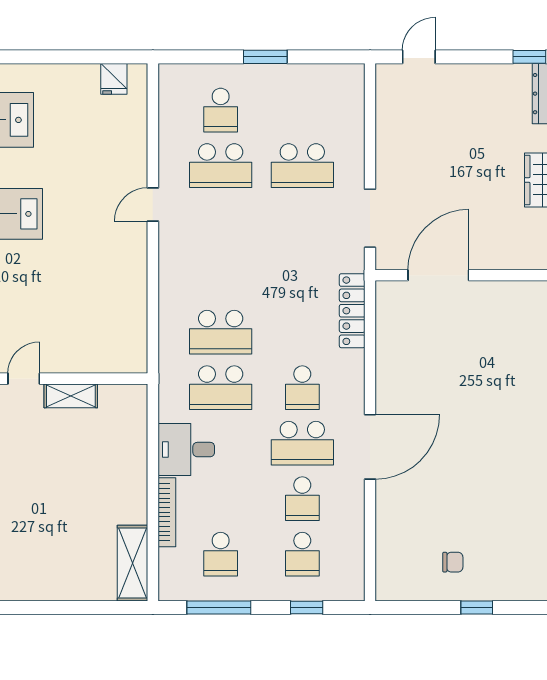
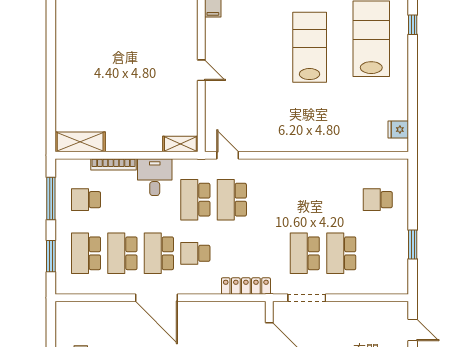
window: (265, 57) -> (413, 244), moved
school desk: (221, 166) -> (305, 253), moved
door: (153, 205) -> (228, 155), moved
shelving: (71, 396) -> (180, 144), moved, turned 90
school desk: (302, 499) -> (122, 253), width x1.85
school desk: (302, 554) -> (86, 253), width x1.85
window: (307, 607) -> (51, 256), width x1.50

